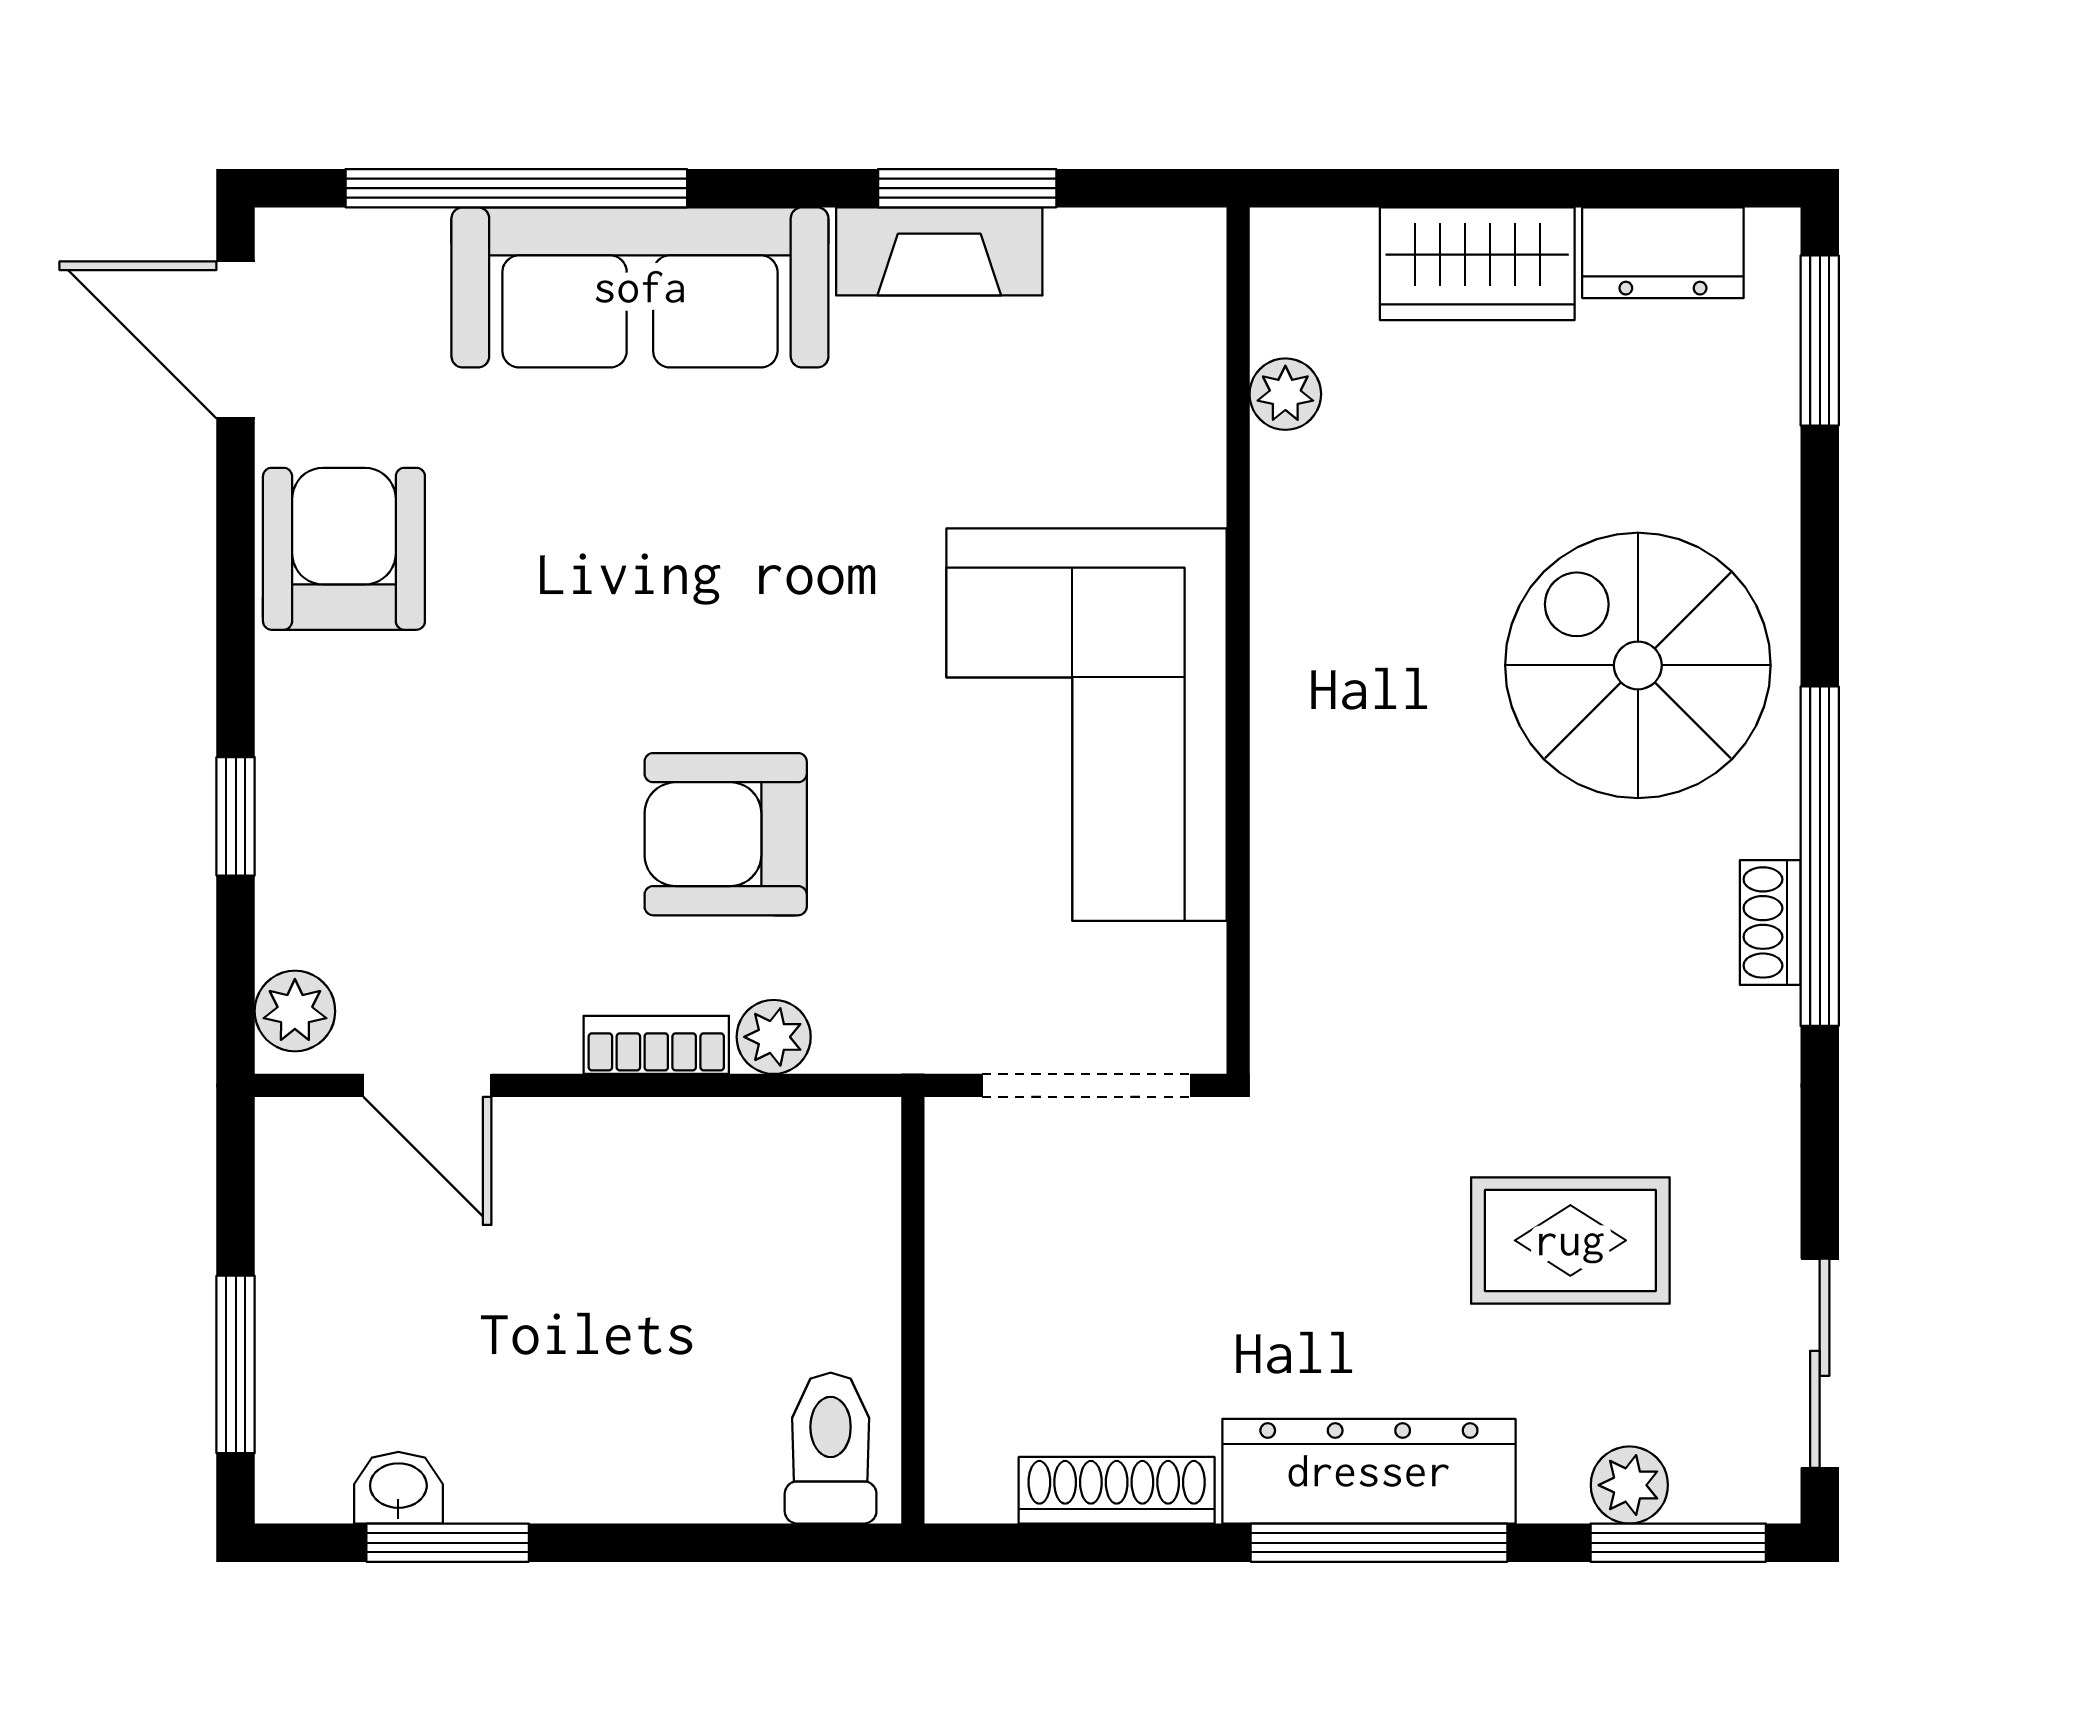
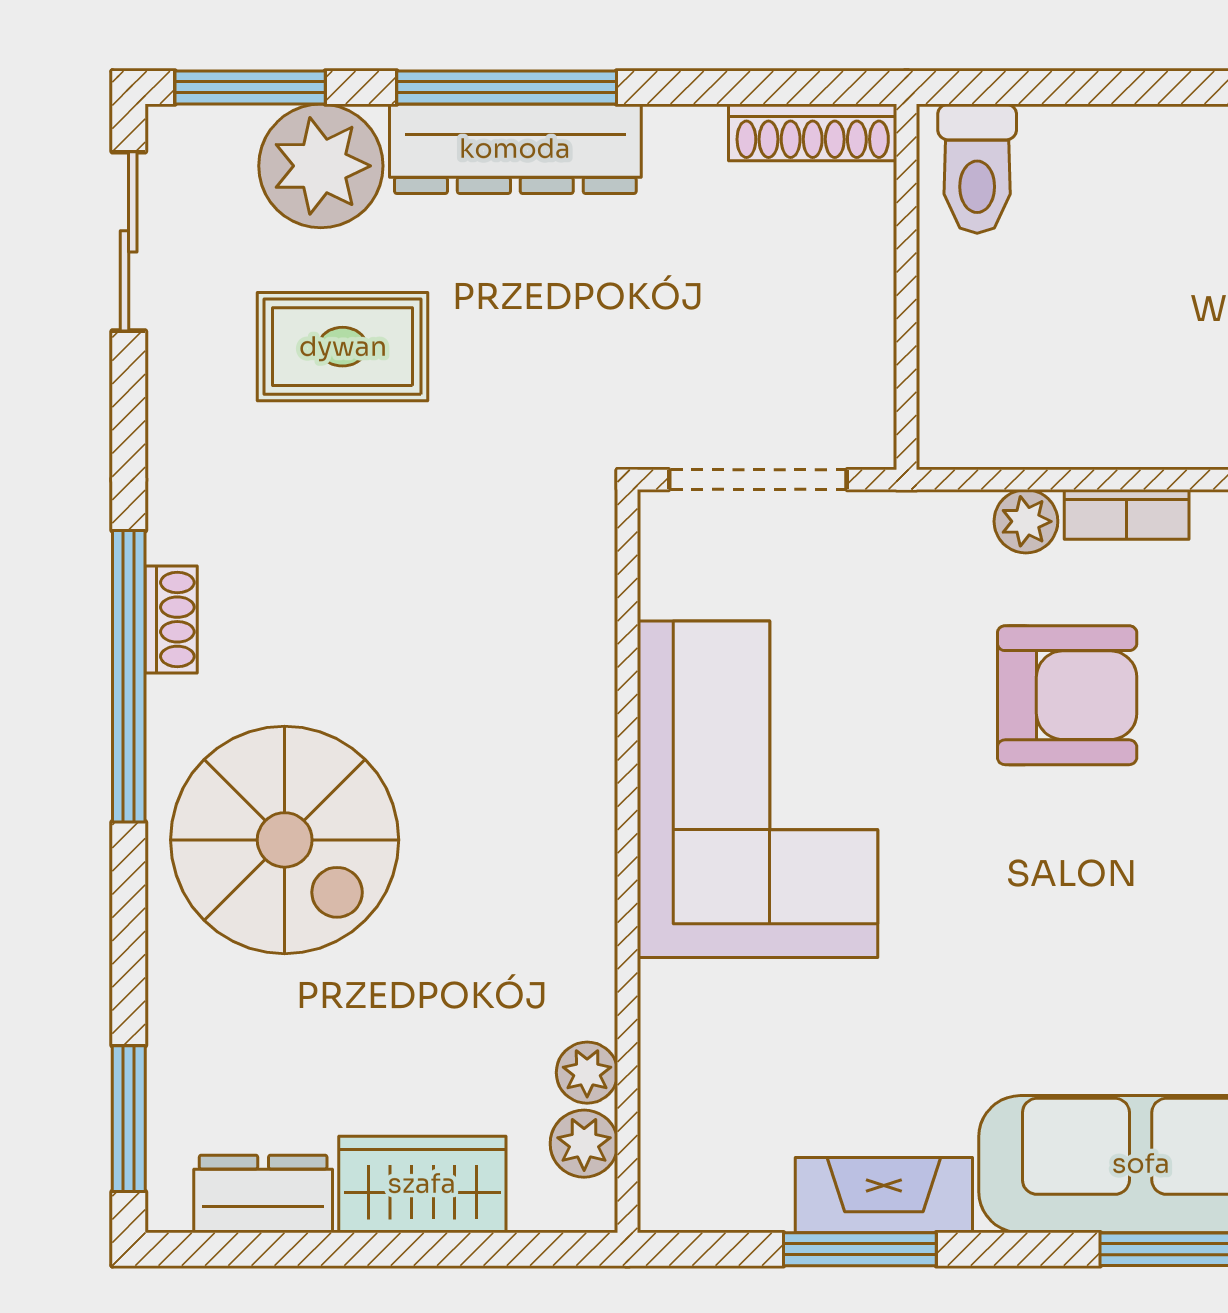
plant: (1289, 311) -> (584, 1144), added
plant: (1629, 1485) -> (321, 166), width x1.88, depth x1.88
shoe rack: (1117, 1490) -> (813, 132), moved

